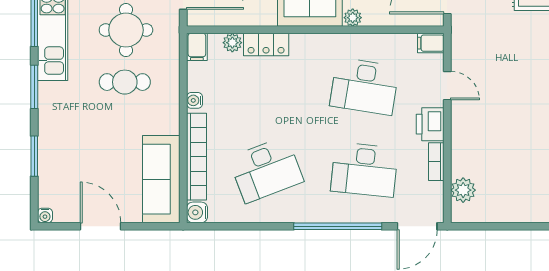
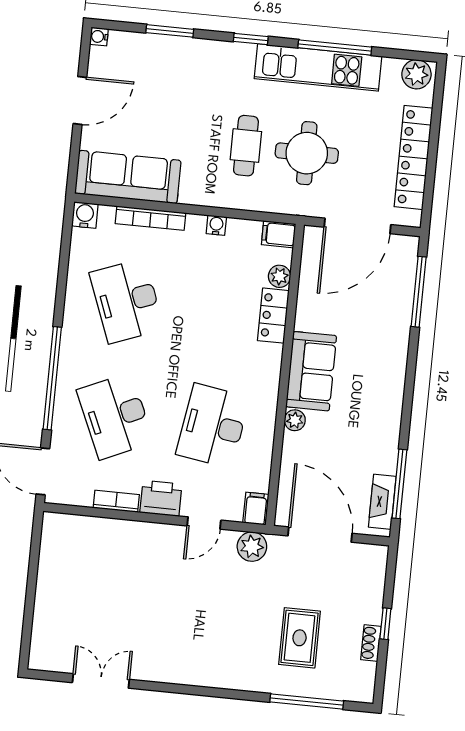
window: (34, 87) -> (251, 39), width x0.67
bookcase: (196, 157) -> (150, 218), width x0.68, depth x0.76
desk: (364, 170) -> (115, 416), turned -30
plant: (463, 190) -> (252, 547), moved

